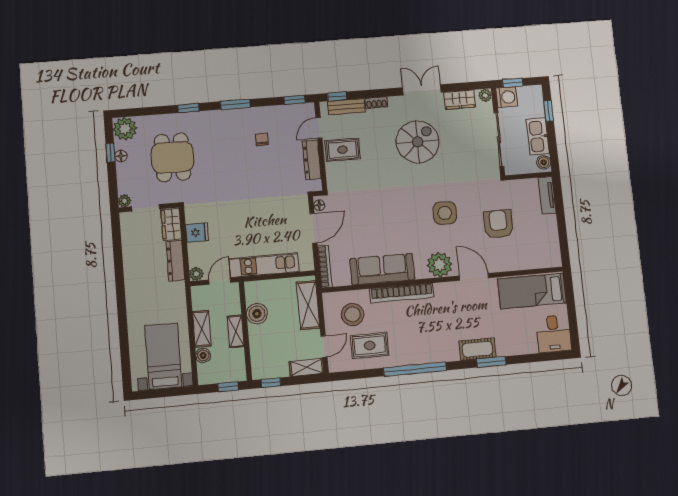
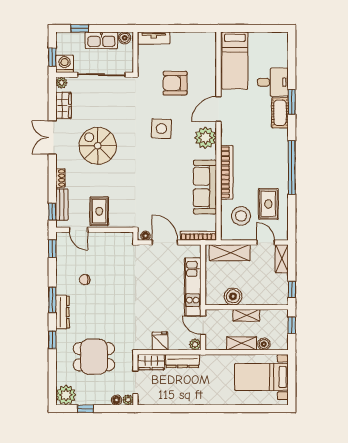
floor lamp: (121, 156) -> (117, 400), moved
dresser: (312, 160) -> (62, 312), moved, turned -90
desk: (553, 334) -> (273, 82), moved

